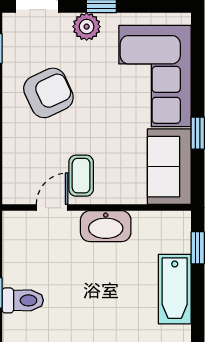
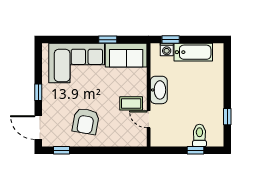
plant: (87, 27) -> (49, 100), removed
armchair: (48, 93) -> (86, 121), turned -145
washing machine: (179, 241) -> (167, 50), added

